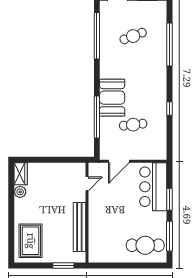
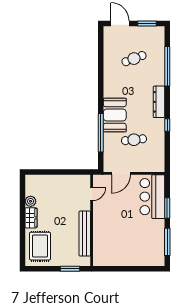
window: (97, 36) -> (101, 58), removed
dresser: (160, 83) -> (159, 102), added
wardrobe: (21, 174) -> (31, 218), moved
cafe table: (145, 245) -> (145, 250), removed

